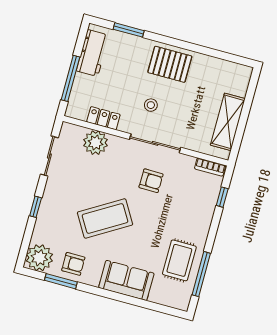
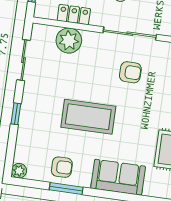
coffee table: (105, 218) -> (88, 117), turned 31
plant: (39, 258) -> (19, 171), width x0.53, depth x0.53
window: (61, 281) -> (66, 188), moved

